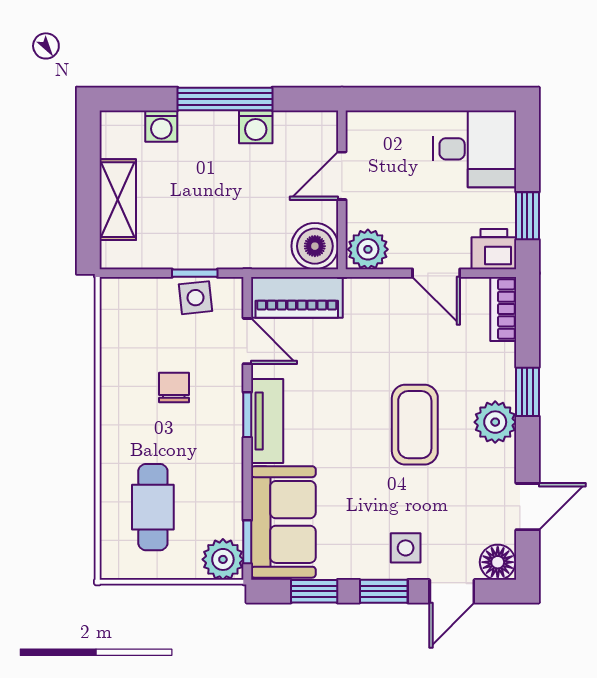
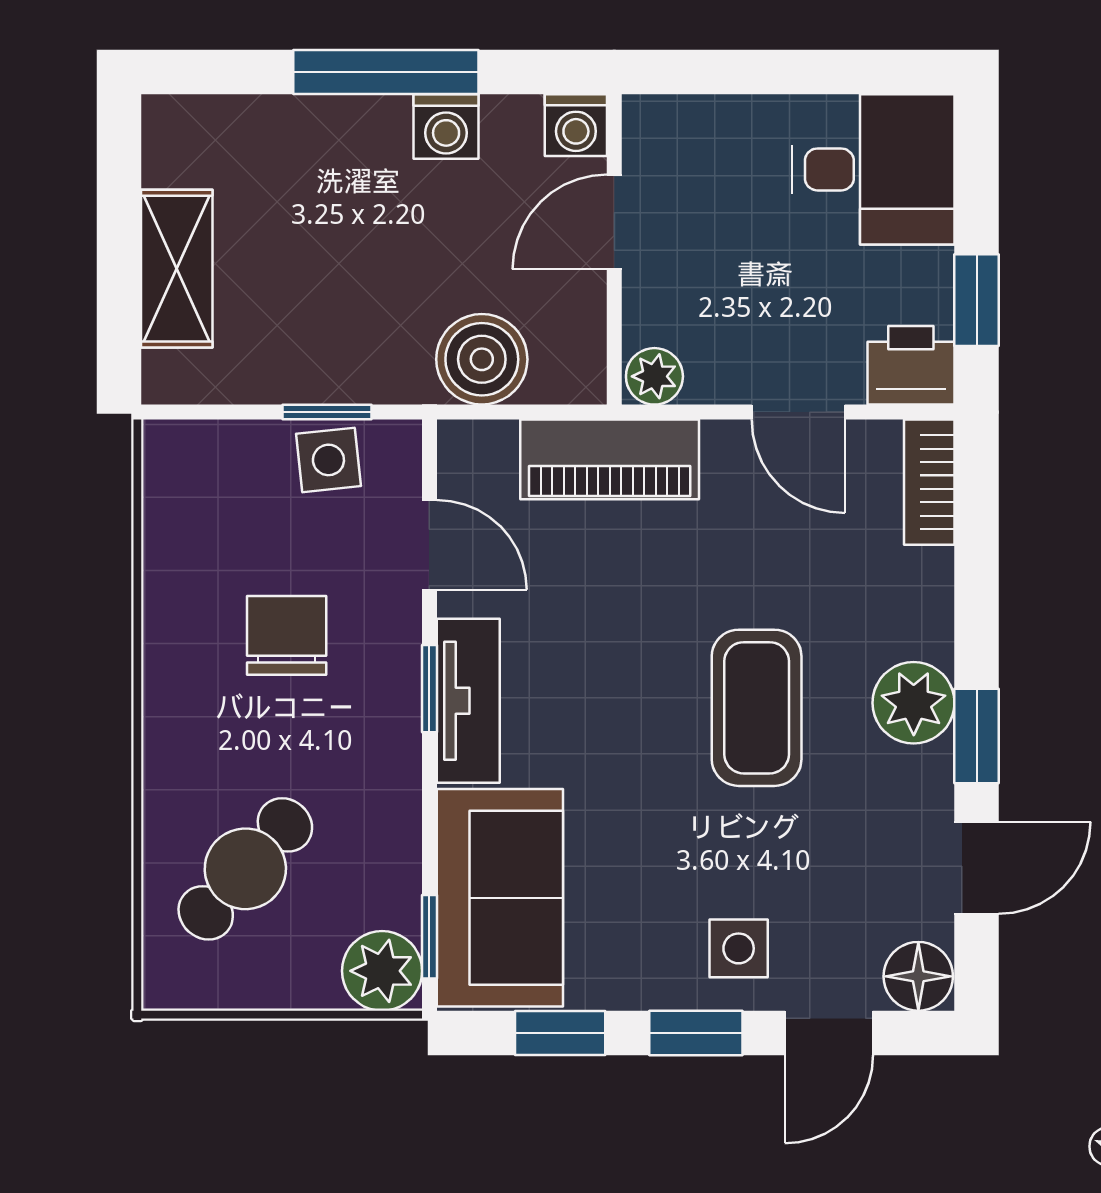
washing machine: (161, 126) -> (576, 125), moved
boiler: (315, 246) -> (482, 359), moved
plant: (368, 249) -> (654, 376), width x0.73, depth x0.73
piano: (297, 297) -> (610, 459), moved
chair: (174, 388) -> (287, 635), width x1.37, depth x1.37
window: (527, 392) -> (977, 736), moved
cafe table: (153, 507) -> (245, 869), turned 42

